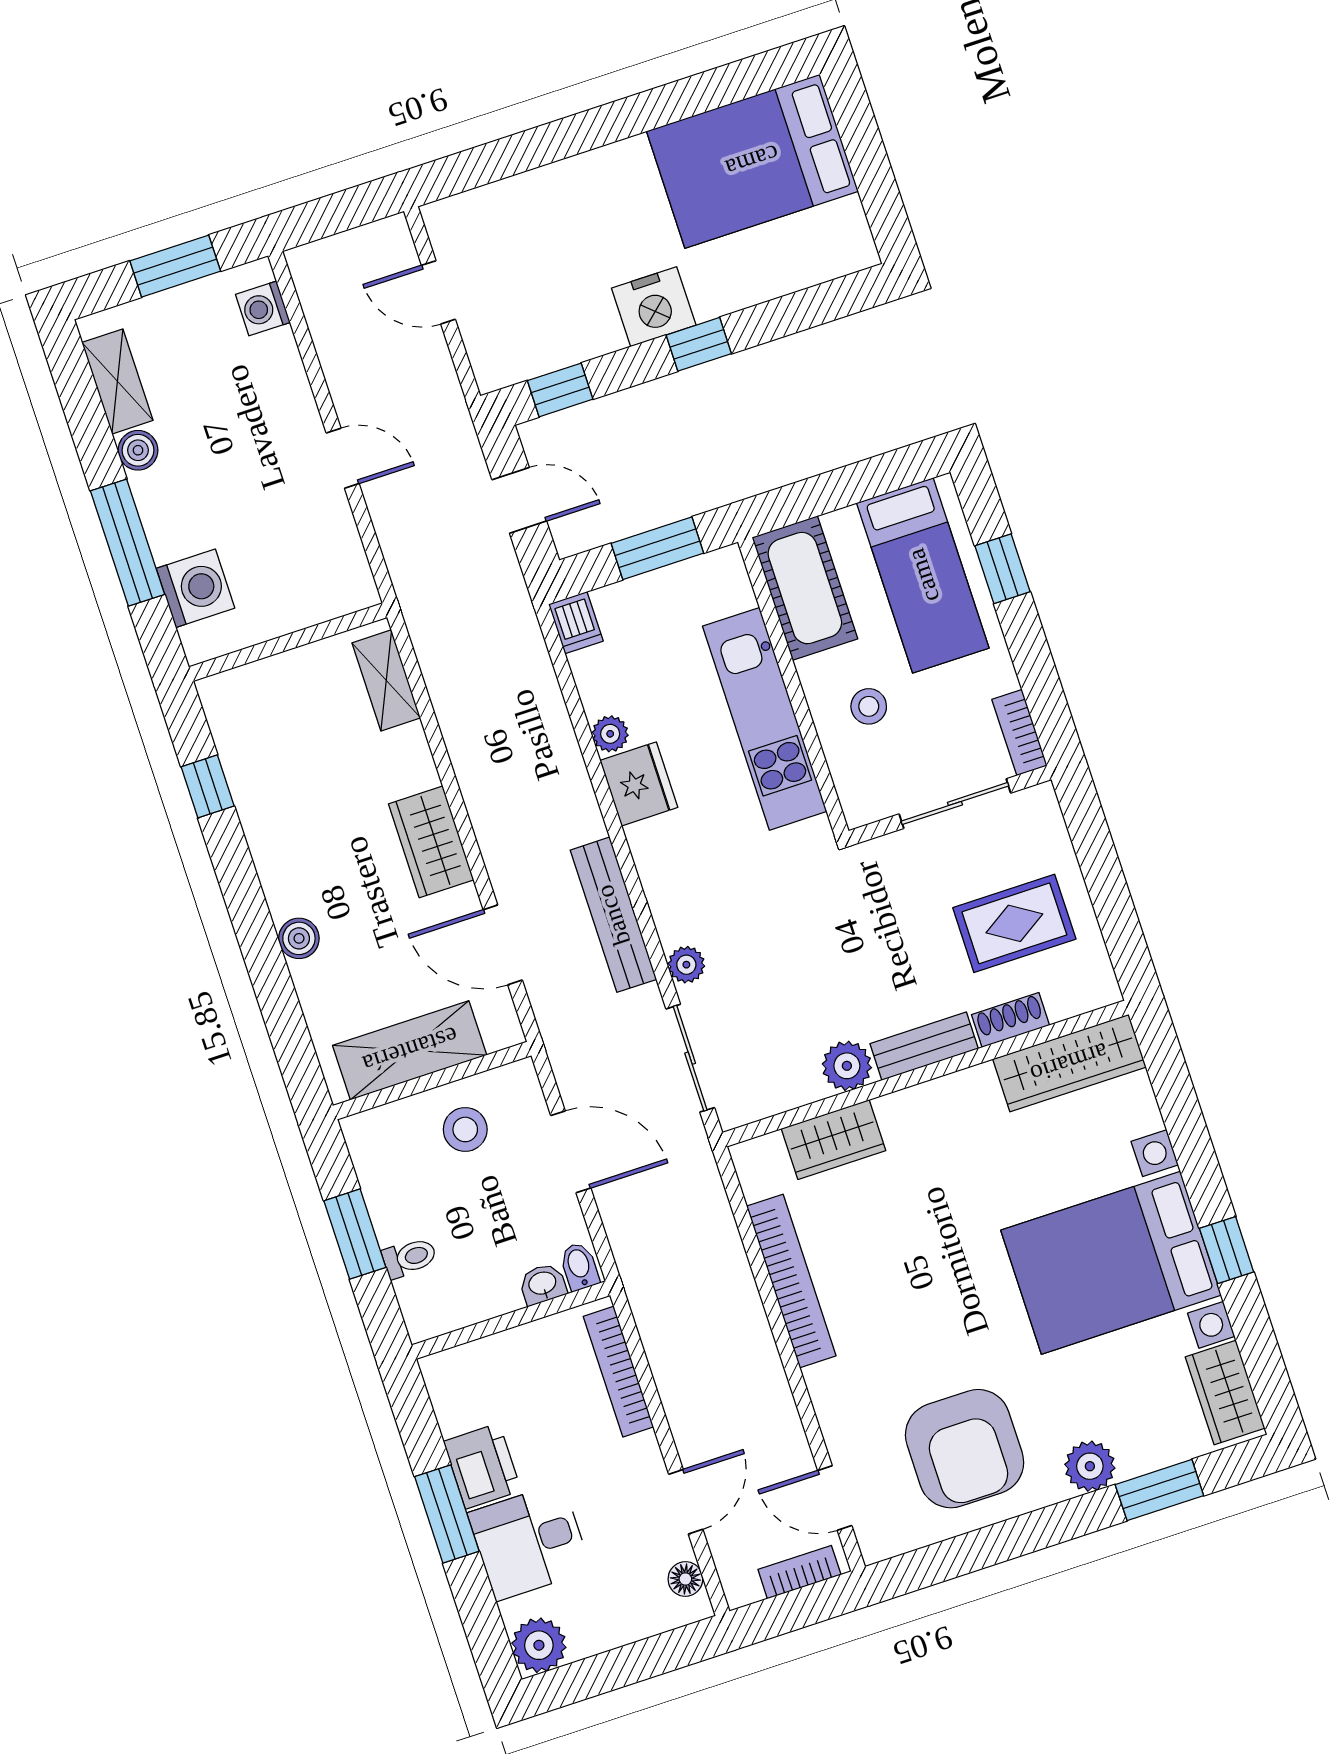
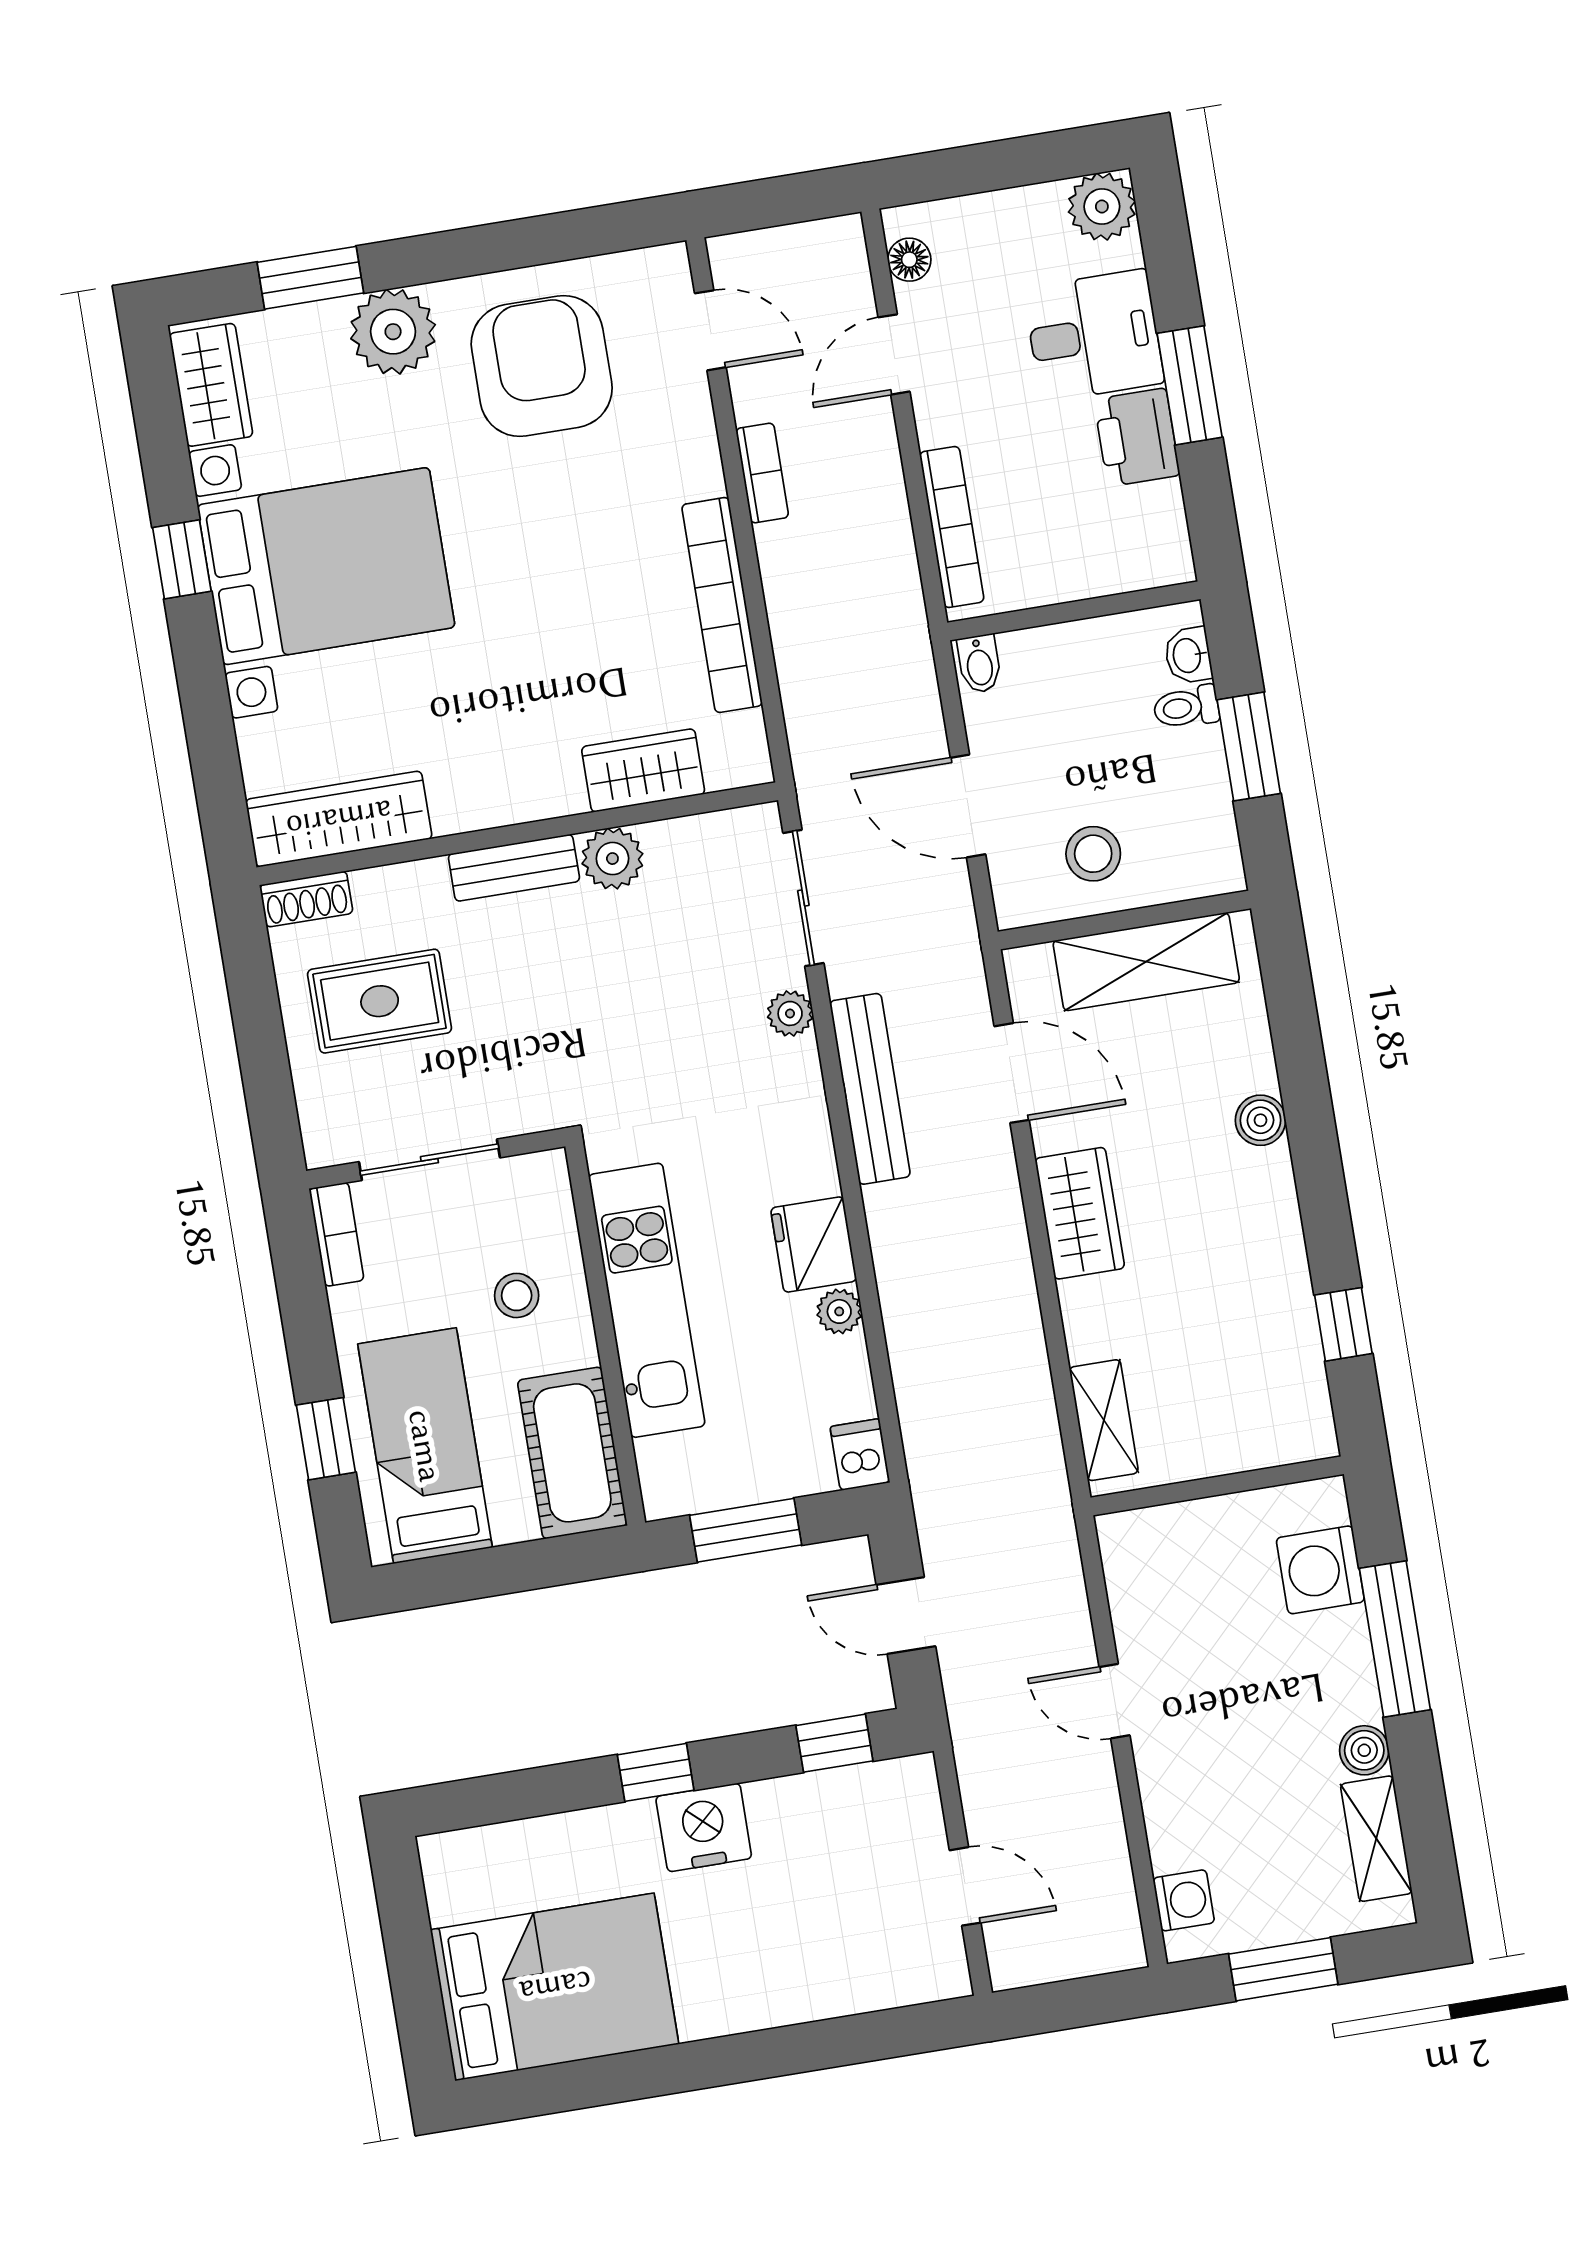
shoe rack: (1011, 1020) -> (306, 899), moved
washbasin: (543, 1284) -> (1188, 655), moved, turned 90
plant: (1090, 1466) -> (393, 332), width x1.36, depth x1.36
bookcase: (799, 1572) -> (762, 473), moved, turned -90

